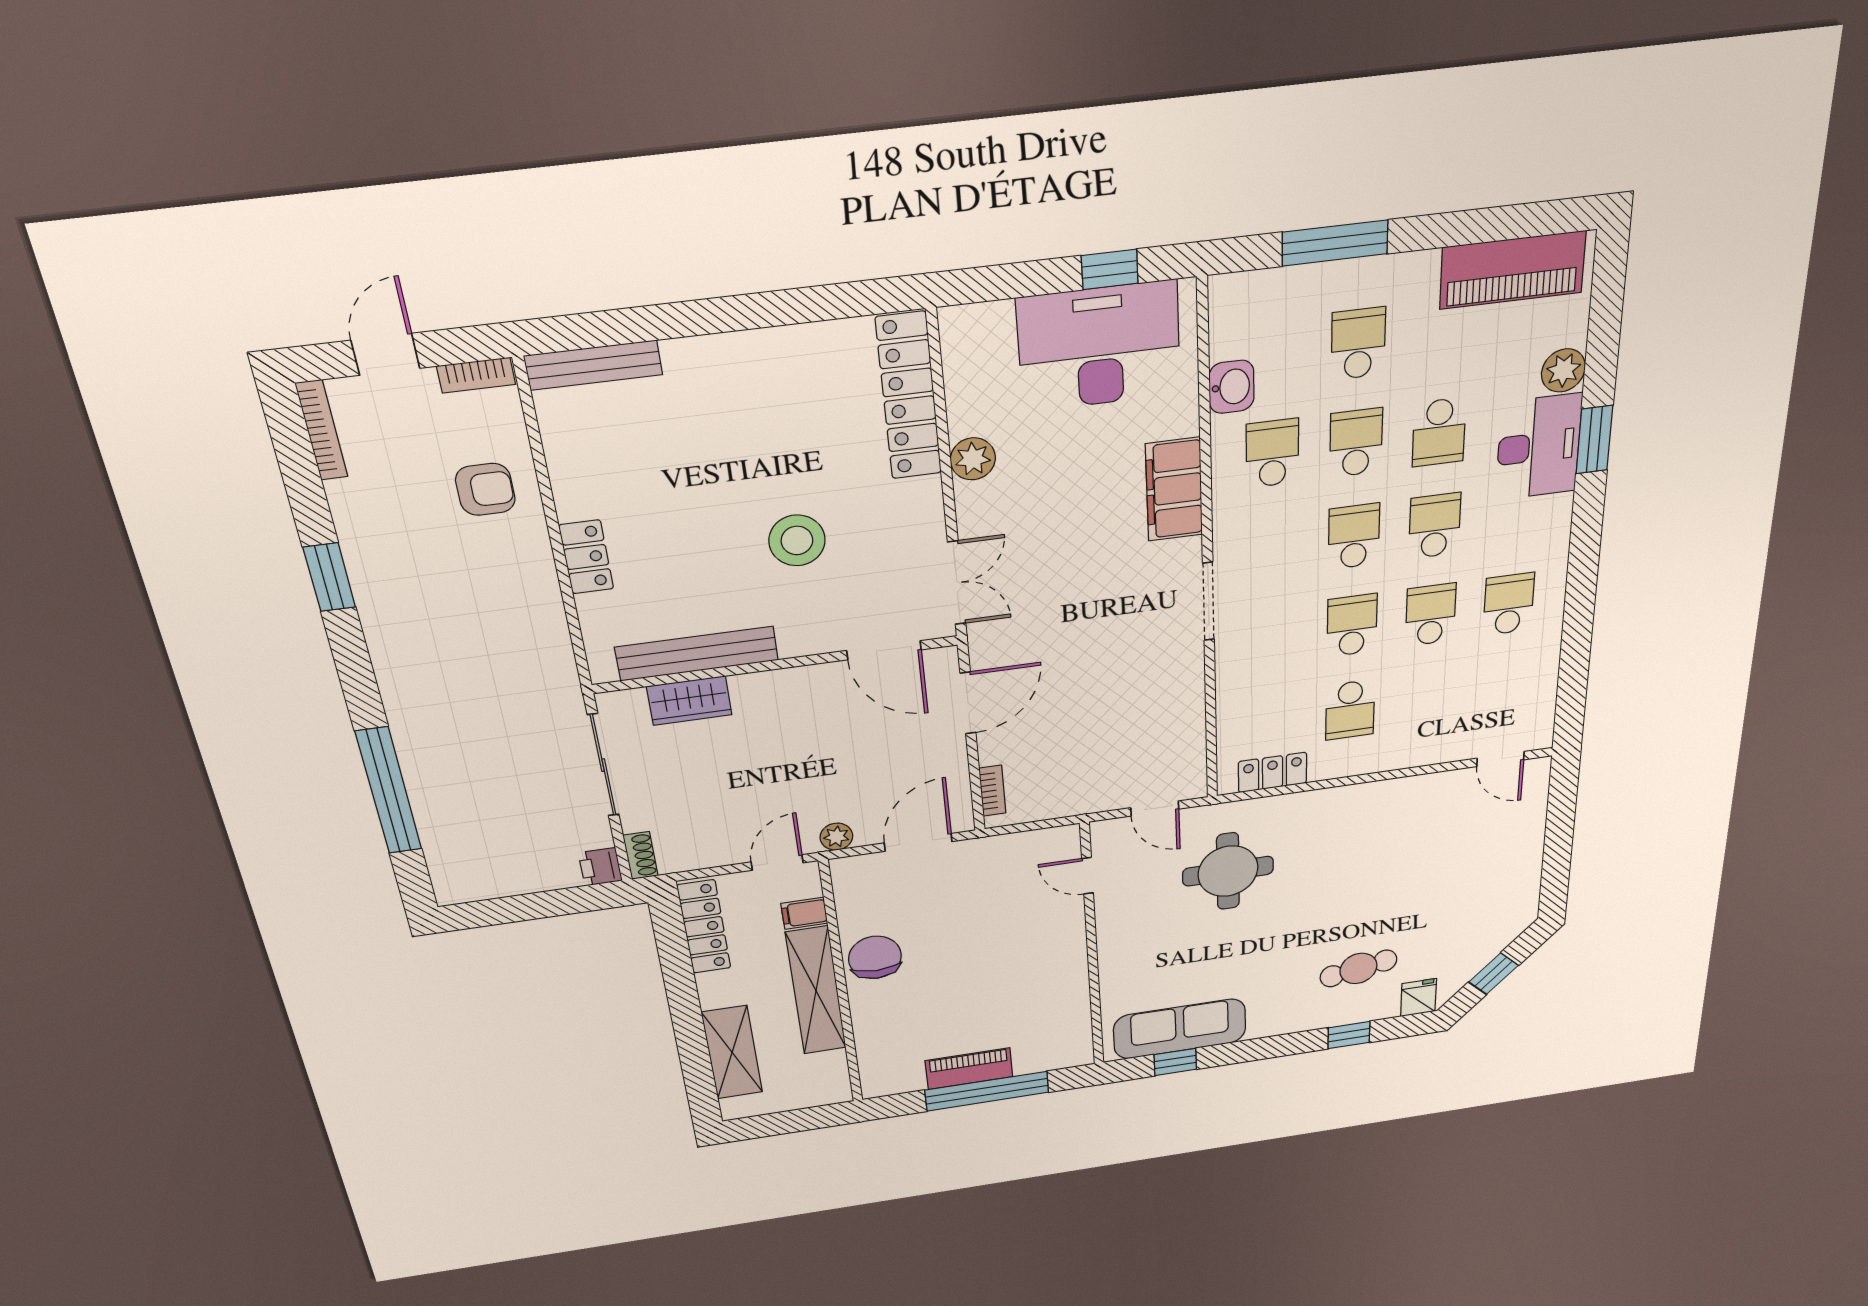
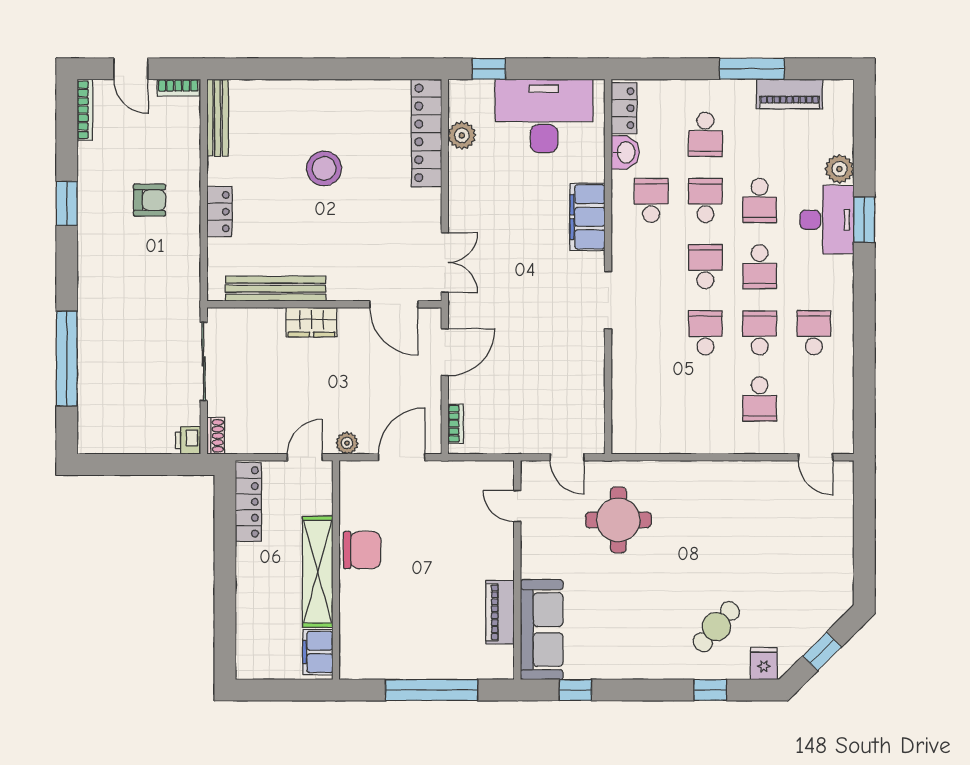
window: (1335, 243) -> (752, 69), moved
window: (1110, 269) -> (489, 69), moved
piano: (1513, 270) -> (790, 94), width x0.73, depth x0.75
school desk: (1358, 344) -> (705, 134), turned 180
door: (386, 354) -> (131, 69), swing flipped
bench: (593, 365) -> (218, 118), moved, turned 90
plant: (973, 459) -> (462, 135), moved
armchair: (485, 489) -> (149, 200), moved
school desk: (1435, 526) -> (760, 267), turned 180
stool: (797, 540) -> (324, 168), moved
wardrobe: (689, 701) -> (312, 322), moved
school desk: (1350, 710) -> (760, 399), moved
locker: (1272, 772) -> (624, 108), moved, turned 90
filing cabinet: (804, 913) -> (318, 652), moved, width x2.00
chair: (875, 957) -> (362, 550), turned 90
cafe table: (1358, 968) -> (716, 627), turned -39
sofa: (1180, 1029) -> (542, 630), moved, turned 90
shelving: (732, 1052) -> (252, 616), removed
piano: (969, 1069) -> (500, 612), moved, turned -90

